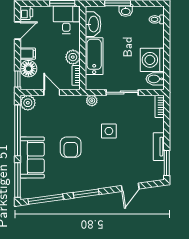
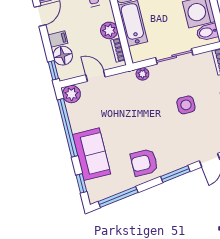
side table: (109, 131) -> (186, 105), moved
armchair: (71, 147) -> (144, 162), moved, turned 90
window: (18, 180) -> (81, 183), width x0.46
window: (86, 193) -> (175, 174), moved

